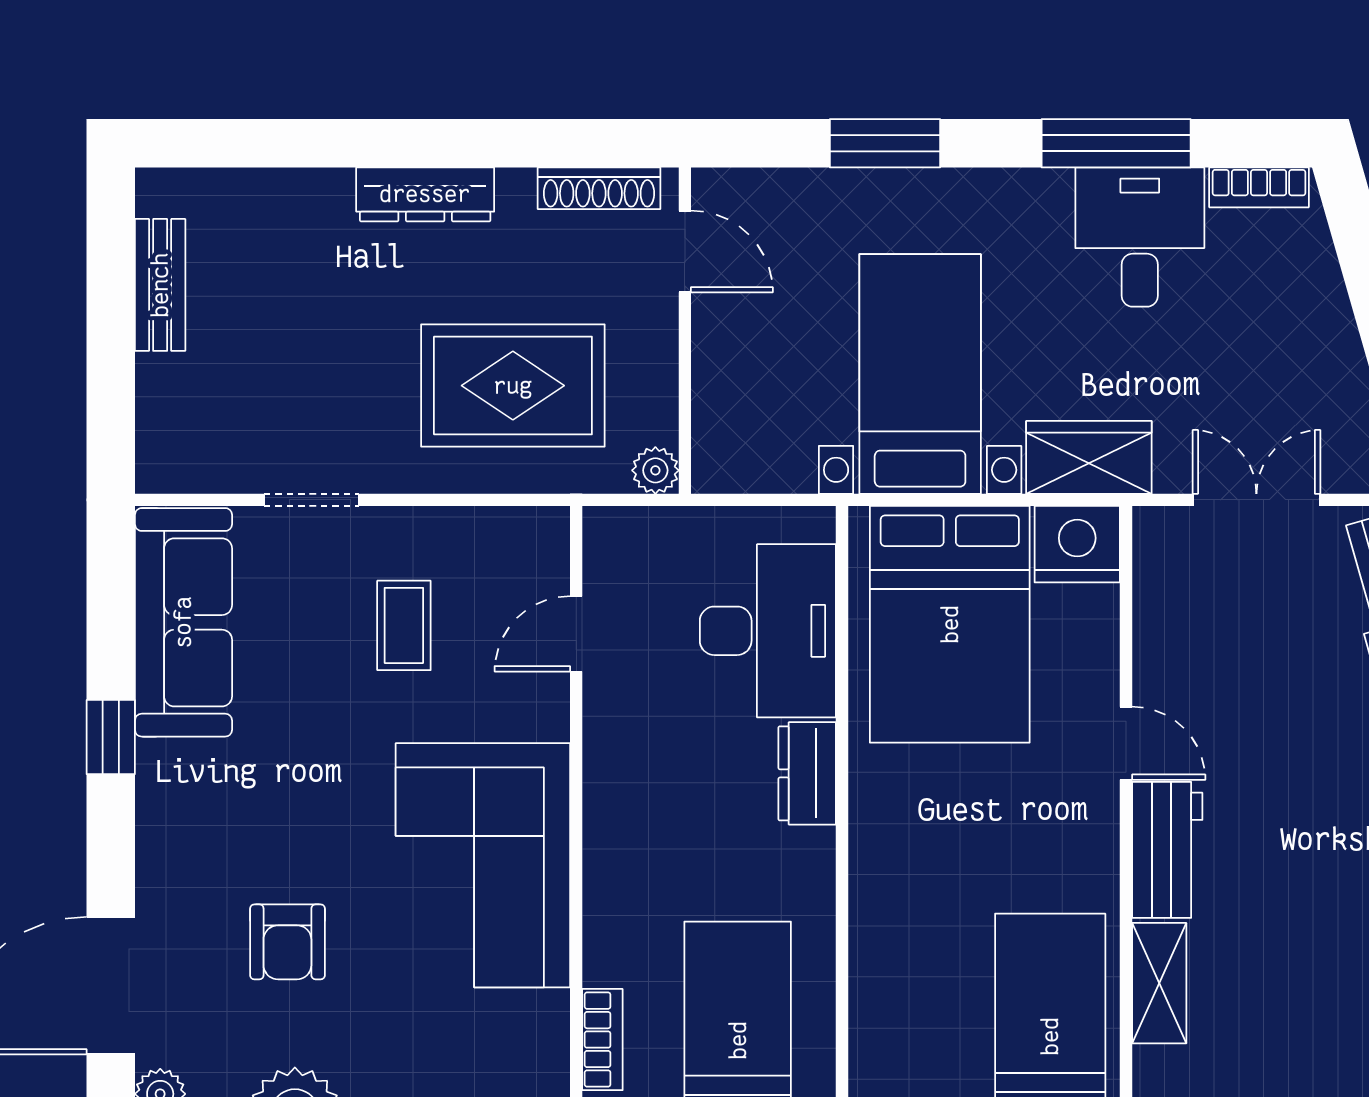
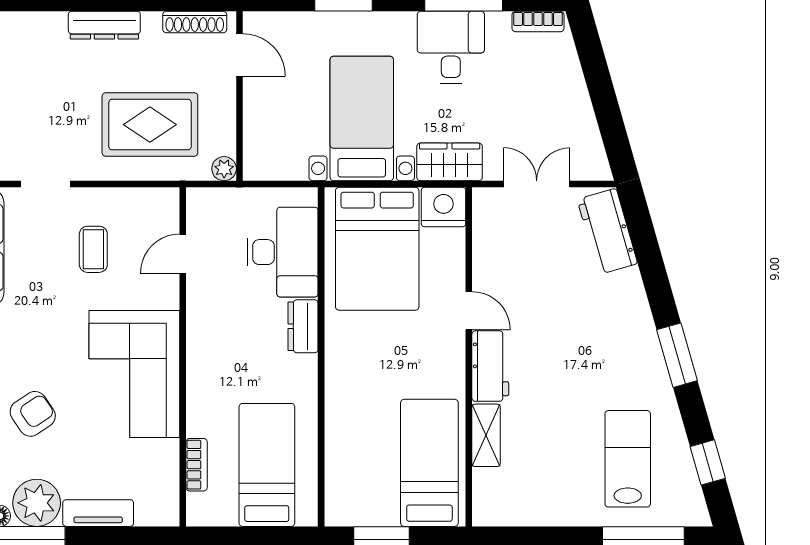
desk: (1140, 237) -> (451, 47), moved
armchair: (287, 942) -> (33, 414), turned -124

